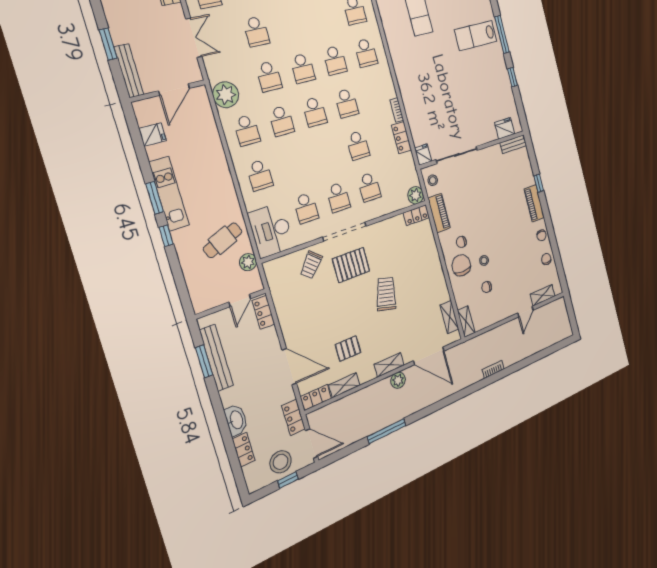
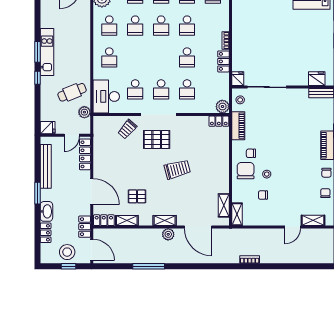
fridge: (152, 135) -> (48, 128), moved
trolley: (386, 294) -> (177, 169), turned 61
locker: (263, 312) -> (85, 154), width x1.53
window: (204, 361) -> (37, 193), moved

